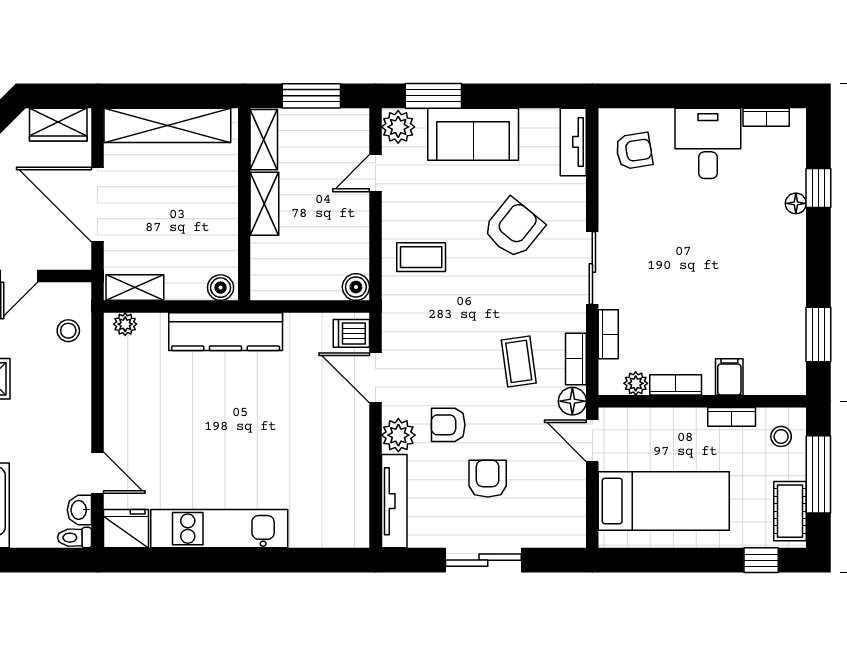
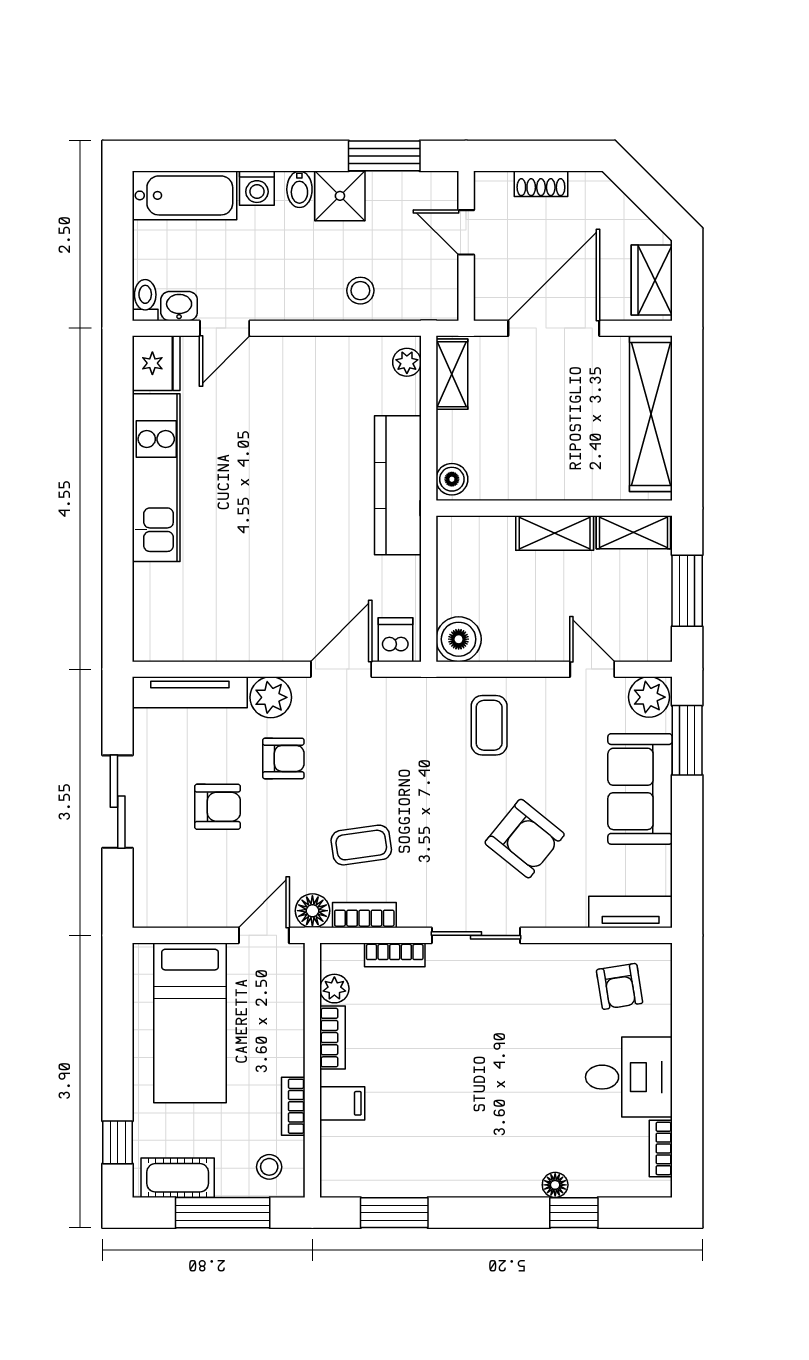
boiler: (356, 287) -> (459, 639), width x1.36, depth x1.36
stool: (68, 331) -> (360, 291), moved
armchair: (448, 425) -> (283, 758), turned 90

